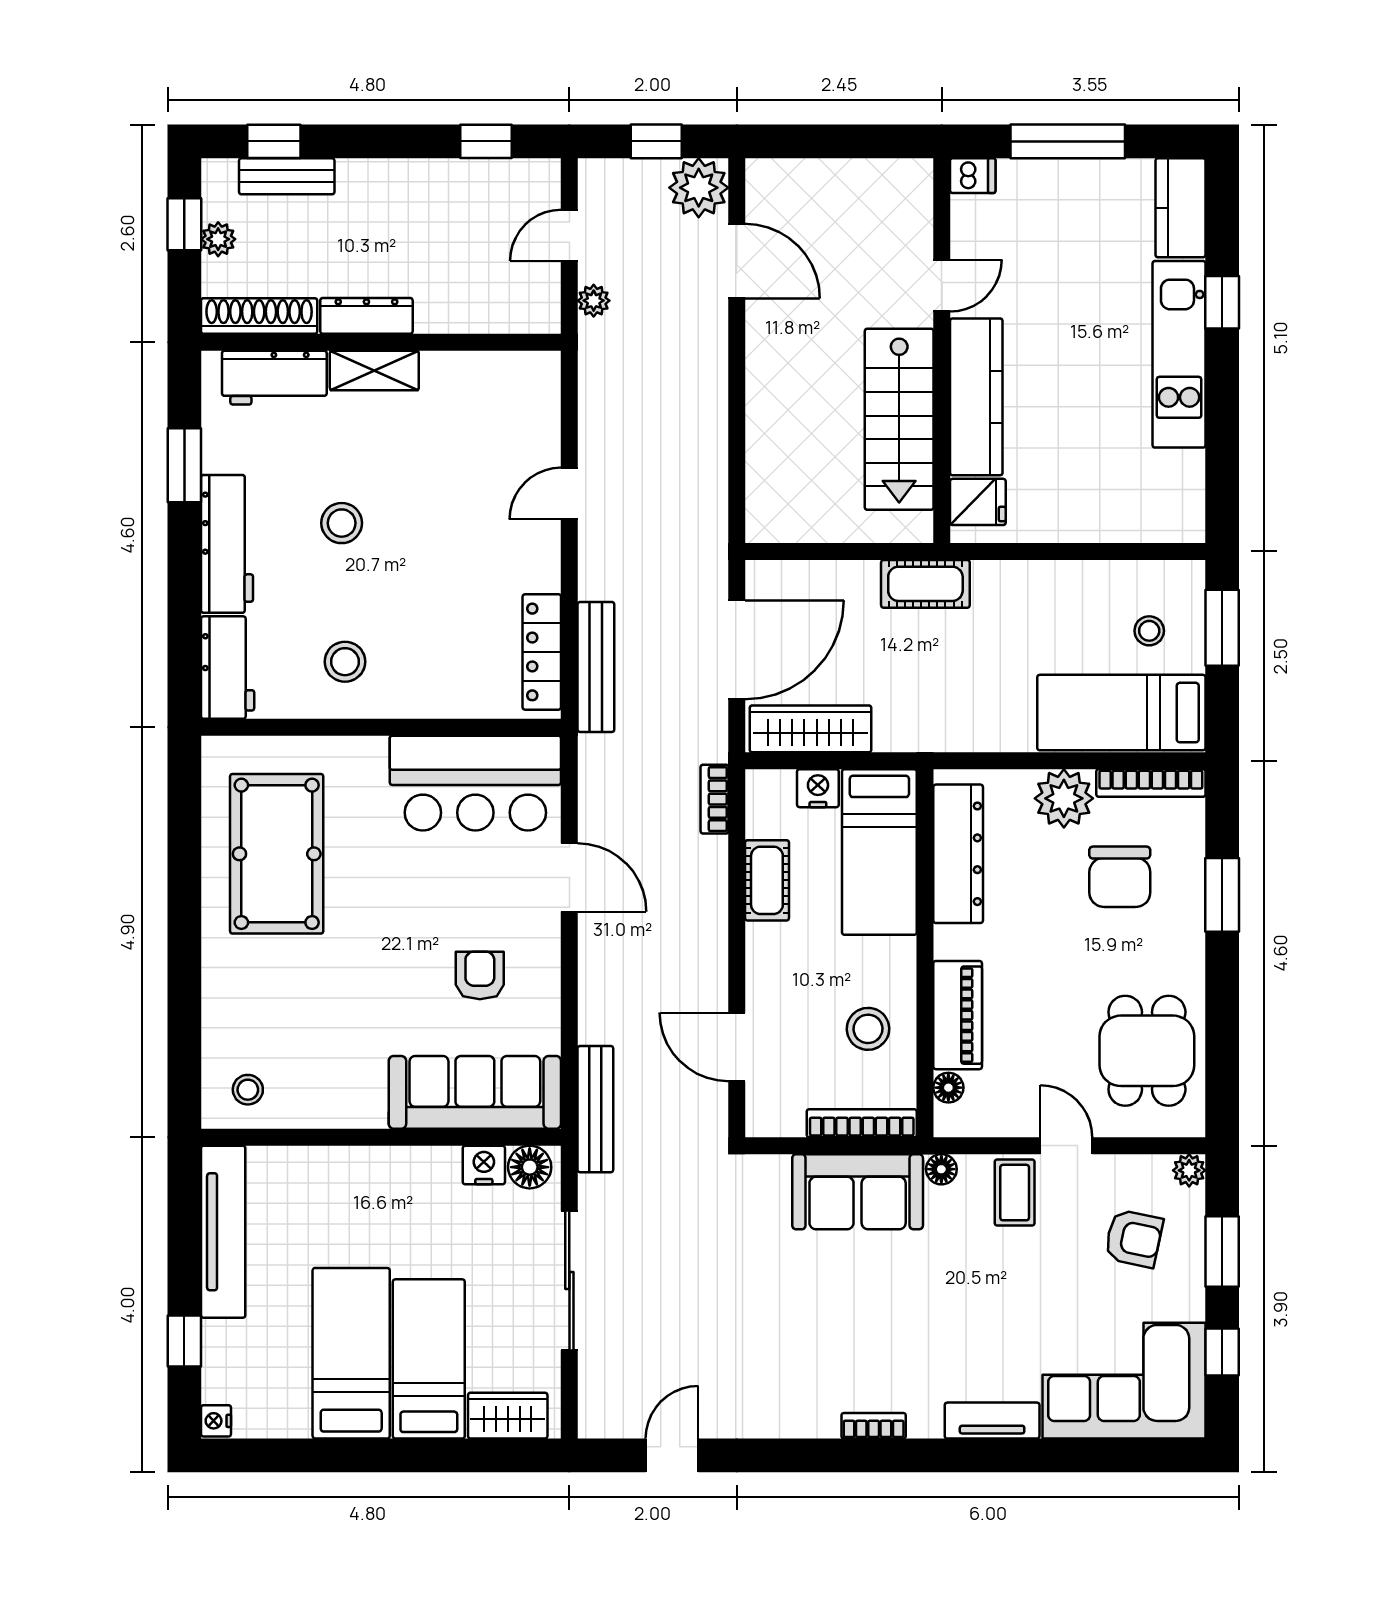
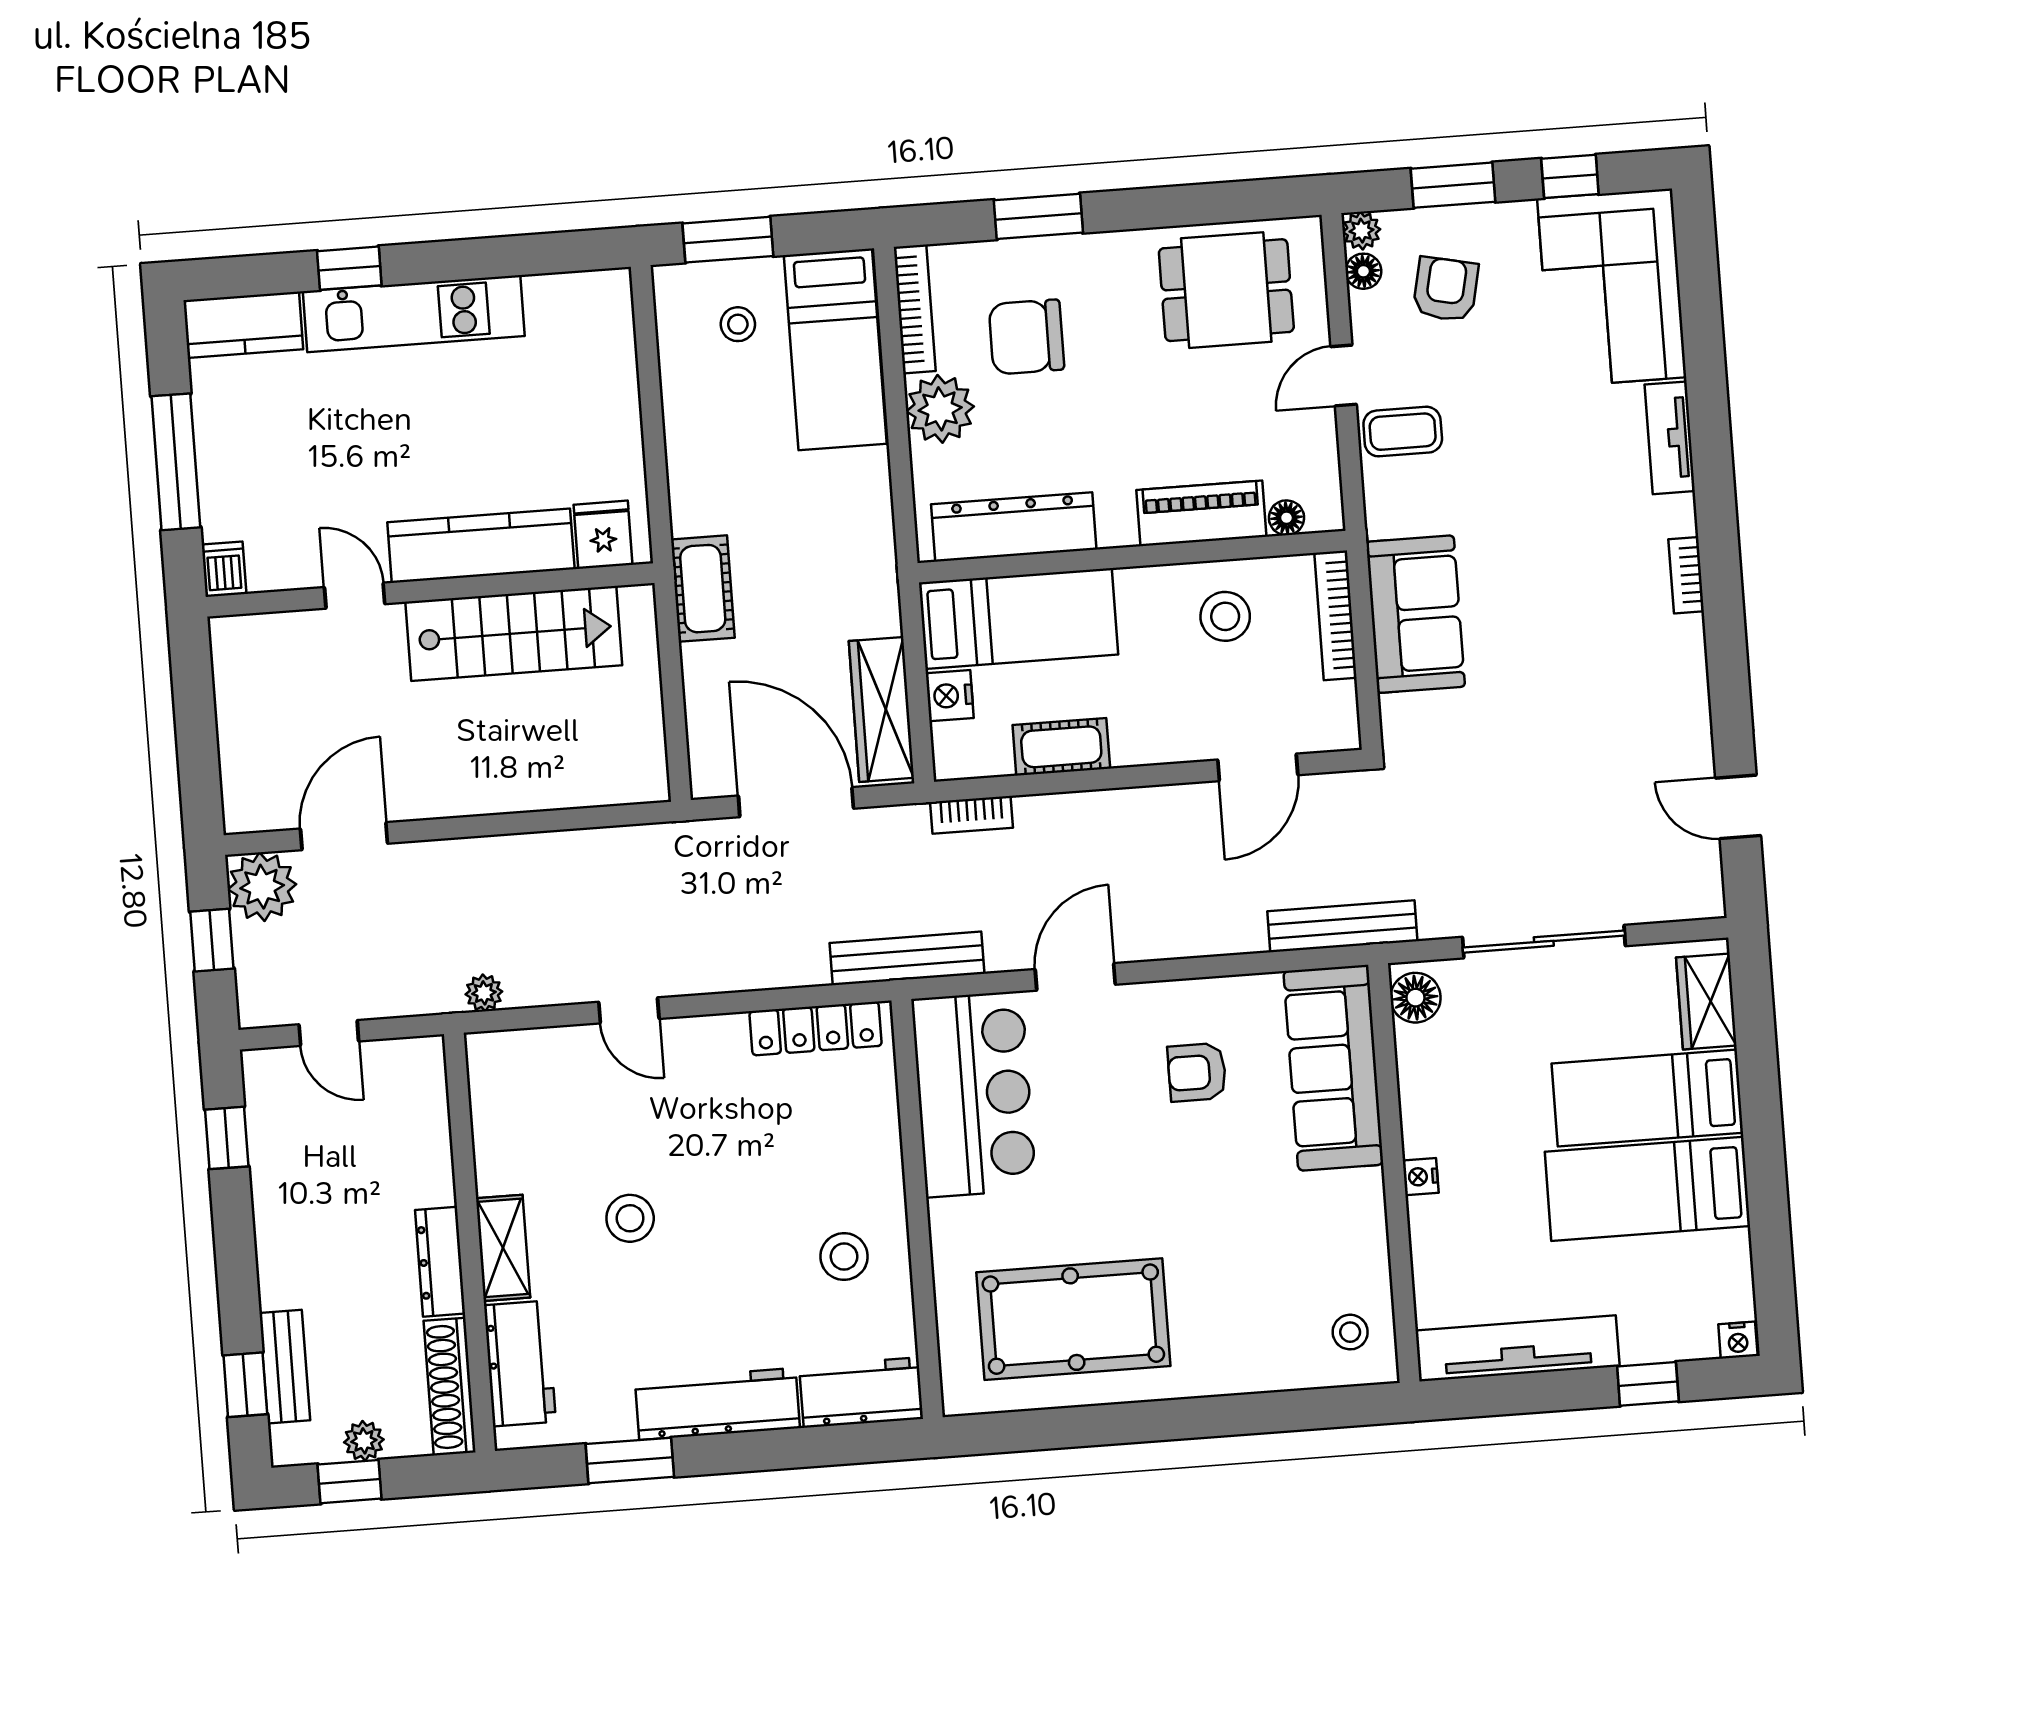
plant: (594, 301) -> (484, 993), moved
stool: (342, 523) -> (630, 1218), moved
bench: (596, 667) -> (907, 958), moved
chair: (1120, 877) -> (1026, 337), turned 180
nightstand: (484, 1165) -> (1421, 1177), moved, width x0.72, depth x0.74
floor lamp: (941, 1169) -> (1363, 271), moved

